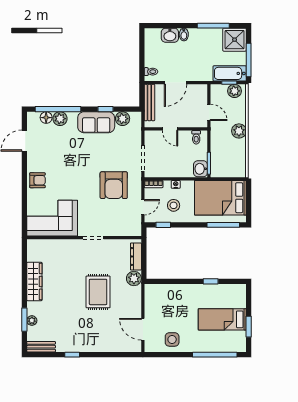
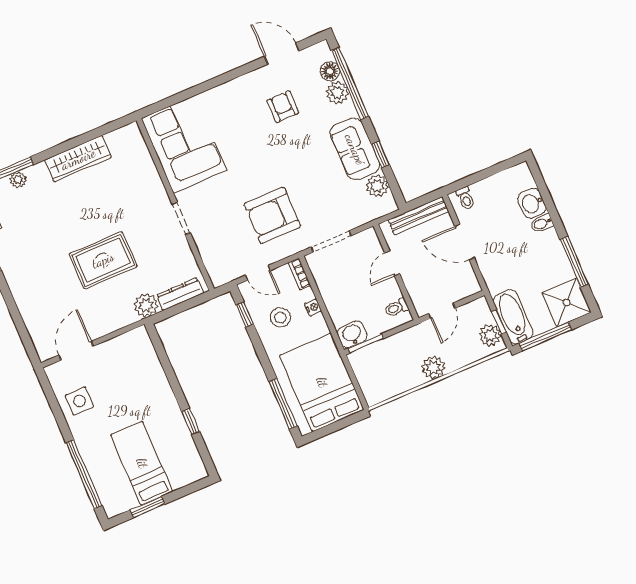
armchair: (37, 180) -> (283, 107), moved, turned 180

